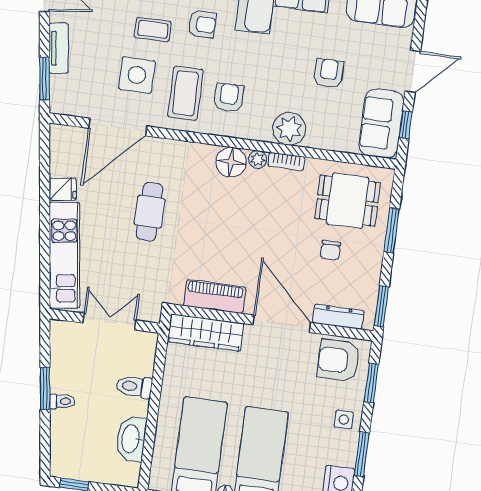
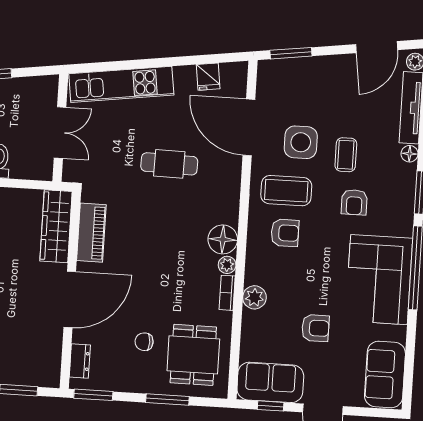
tv unit: (59, 48) -> (321, 65), removed
plant: (289, 129) -> (254, 297), width x0.73, depth x0.73
fridge: (63, 189) -> (208, 77), moved
dresser: (338, 317) -> (80, 361), width x0.70
armchair: (338, 360) -> (38, 357), removed

